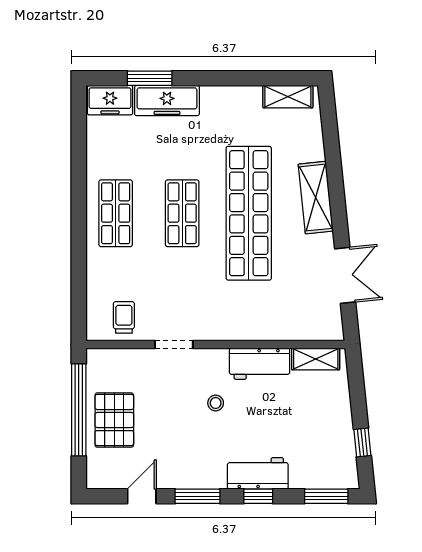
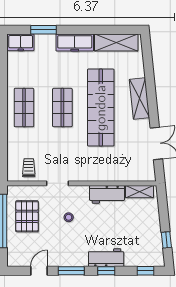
shelving: (288, 97) -> (116, 42), width x1.50, depth x1.33
freezer: (167, 101) -> (75, 42), moved
stool: (216, 403) -> (69, 217), moved
pallet: (114, 420) -> (27, 216), moved
window: (326, 496) -> (146, 271), width x0.67

